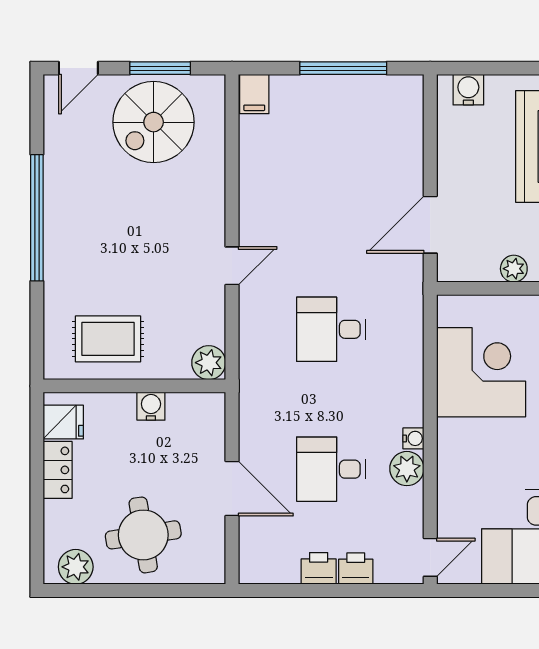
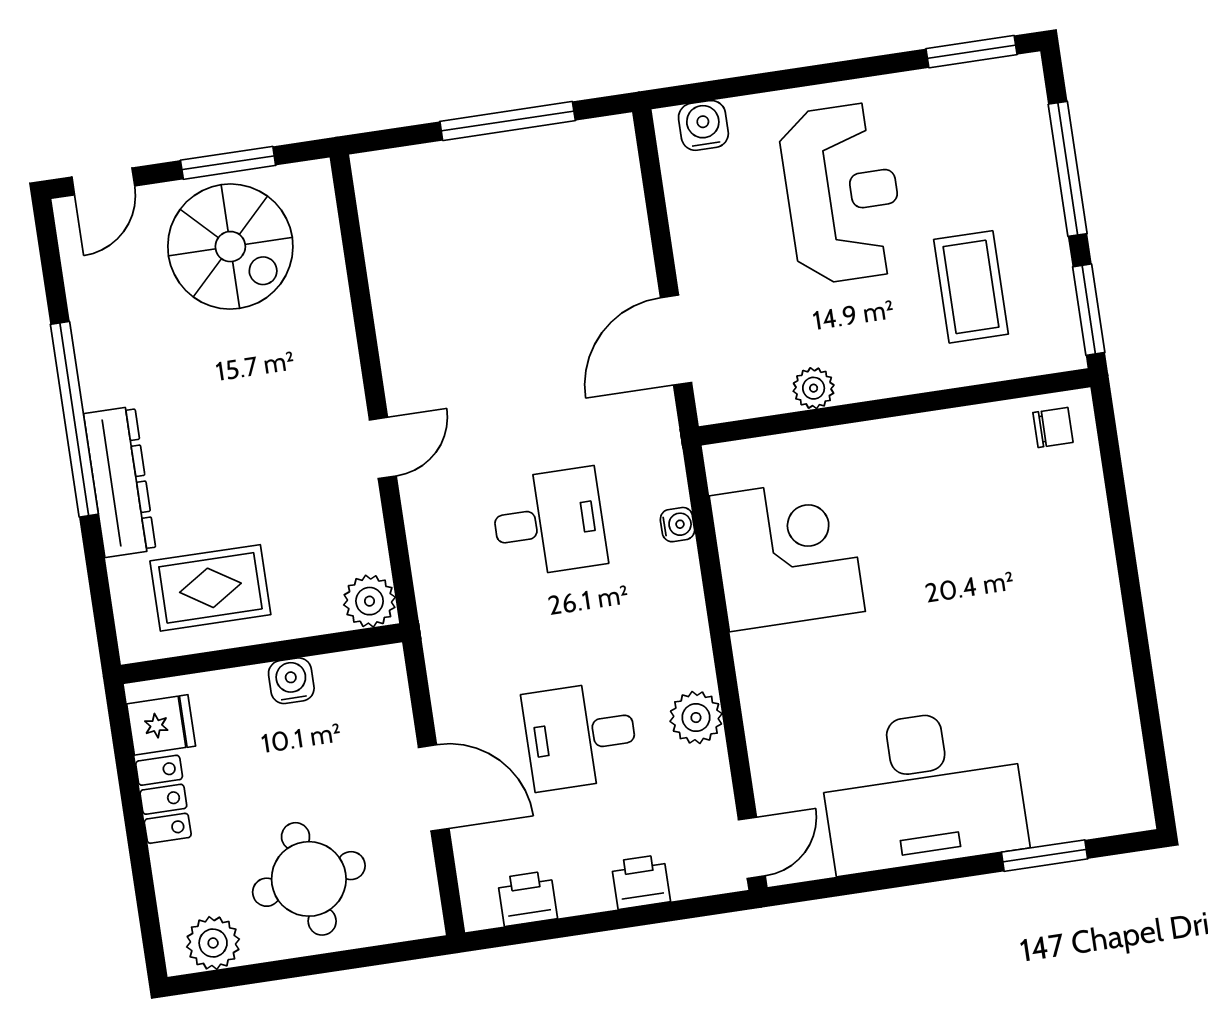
filing cabinet: (254, 94) -> (378, 181), removed
spiral stairs: (154, 122) -> (230, 247), turned -90
dresser: (60, 262) -> (120, 482), added
desk: (331, 329) -> (549, 522), turned 180
water cooler: (413, 438) -> (677, 525), moved
printer: (319, 568) -> (527, 898), moved

